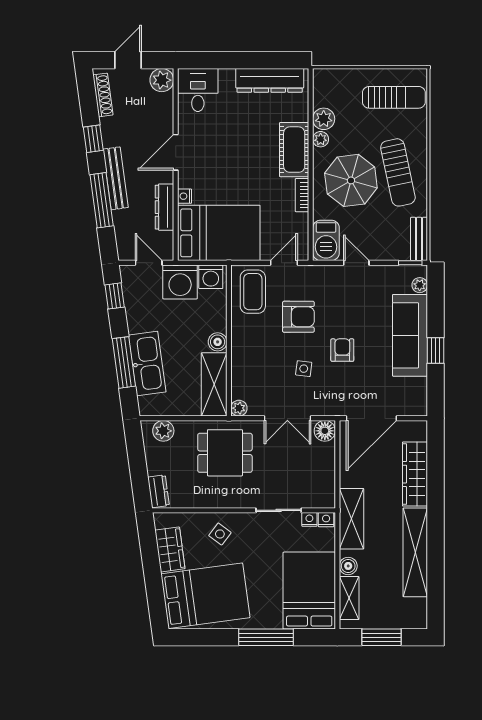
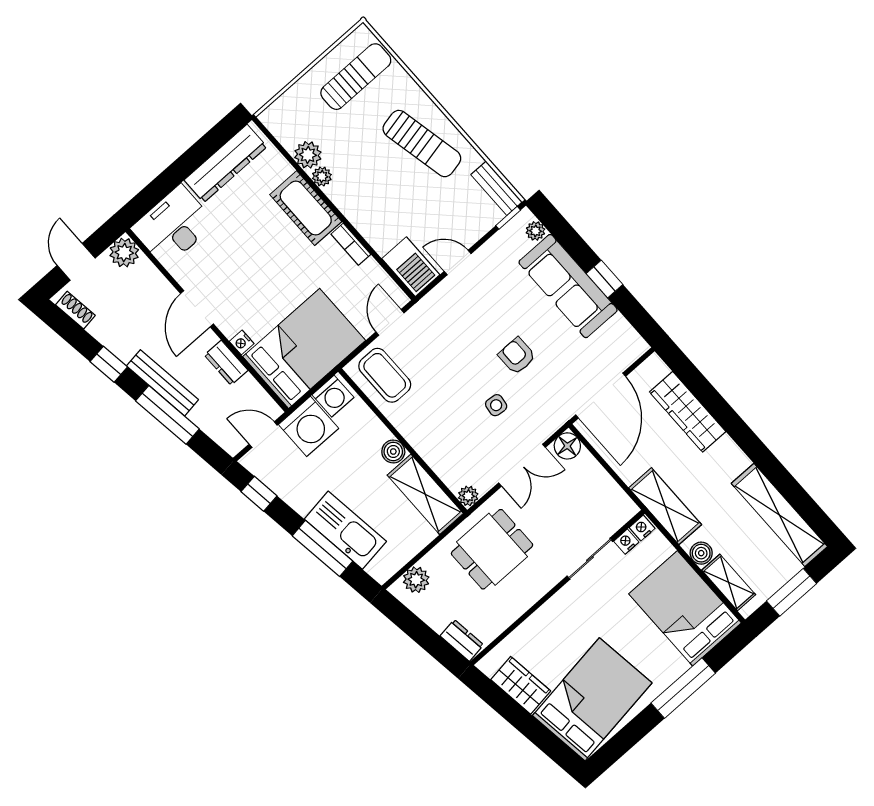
desk: (198, 90) -> (173, 226), width x1.37
shoe rack: (103, 95) -> (75, 310), width x0.70
parasol: (351, 180) -> (385, 190), removed
dresser: (164, 207) -> (226, 363), width x0.70
armchair: (298, 317) -> (448, 361), removed
side table: (220, 534) -> (555, 629), removed
shelving: (415, 552) -> (779, 515), moved

